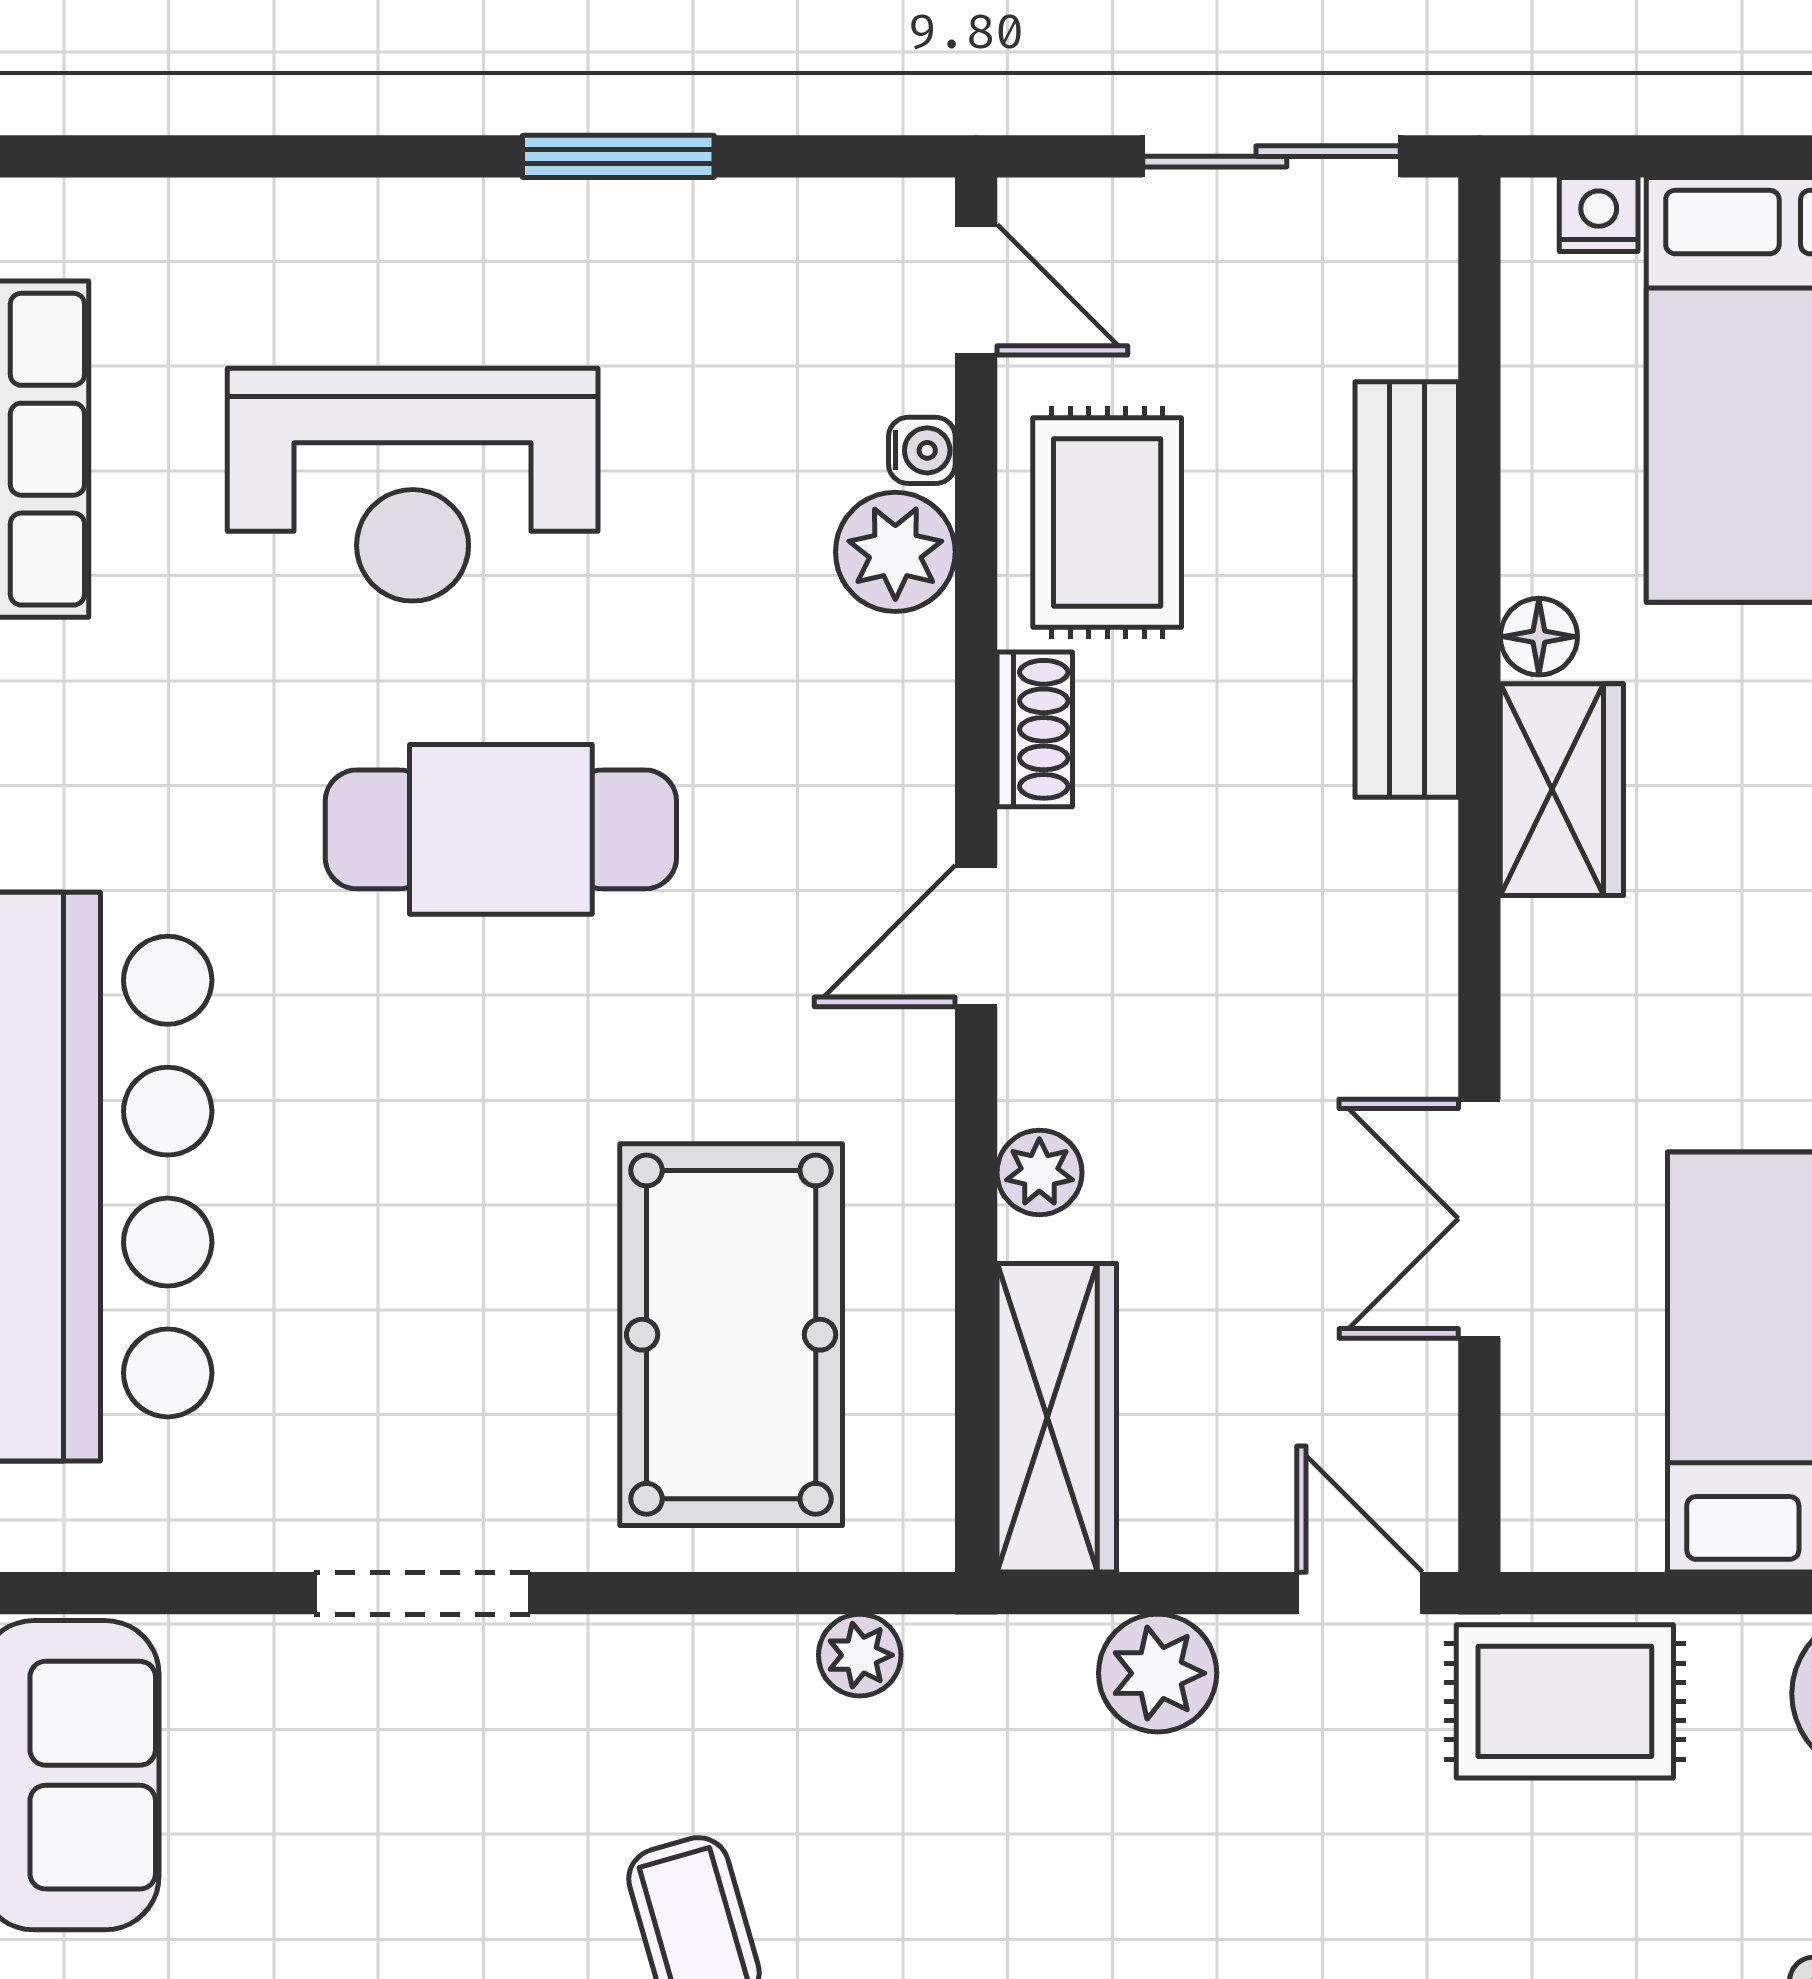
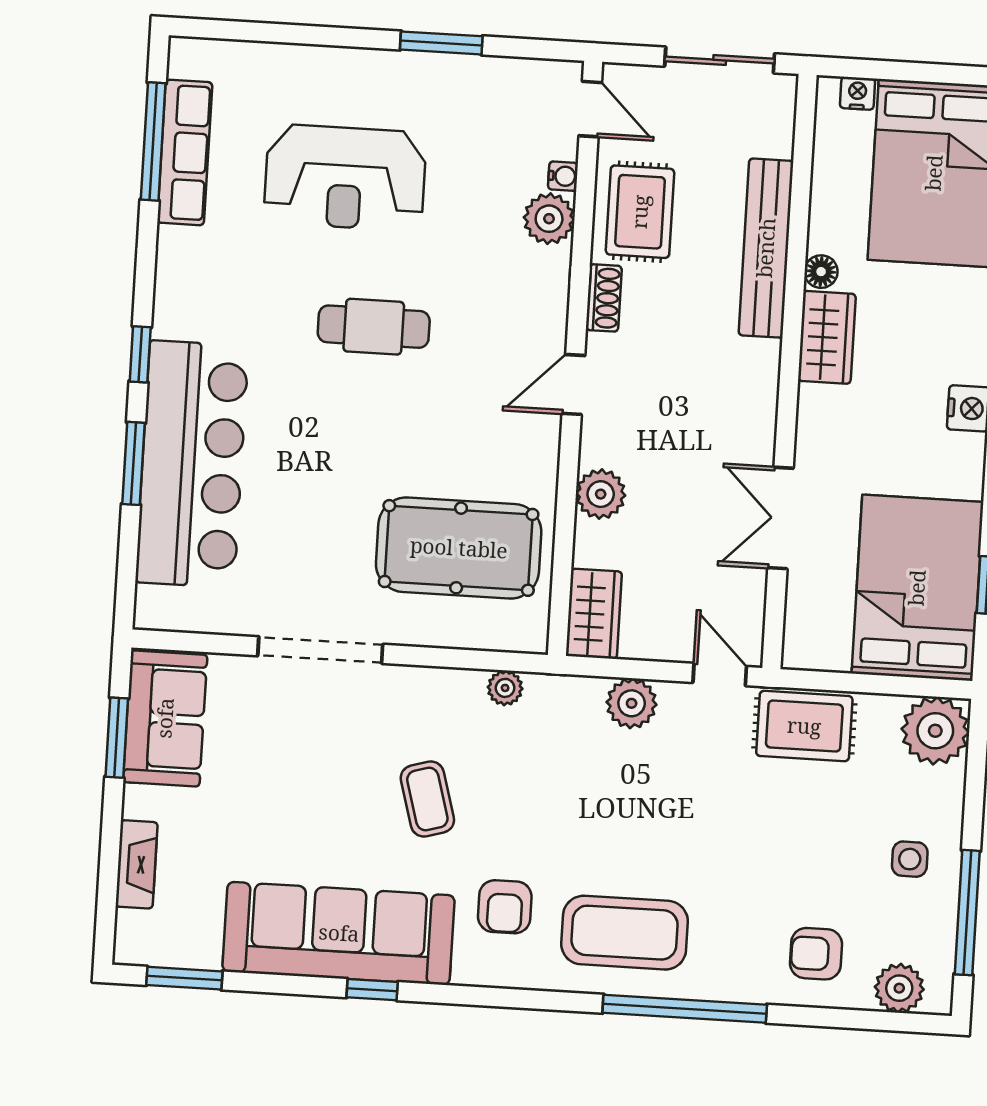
cafe table: (501, 829) -> (374, 327), width x0.73, depth x0.74
plant: (1039, 1172) -> (601, 494), width x1.38, depth x1.38
pool table: (731, 1335) -> (459, 548), turned 90
wardrobe: (1057, 1418) -> (594, 614), width x0.67
doorway: (422, 1593) -> (320, 650), width x1.36

